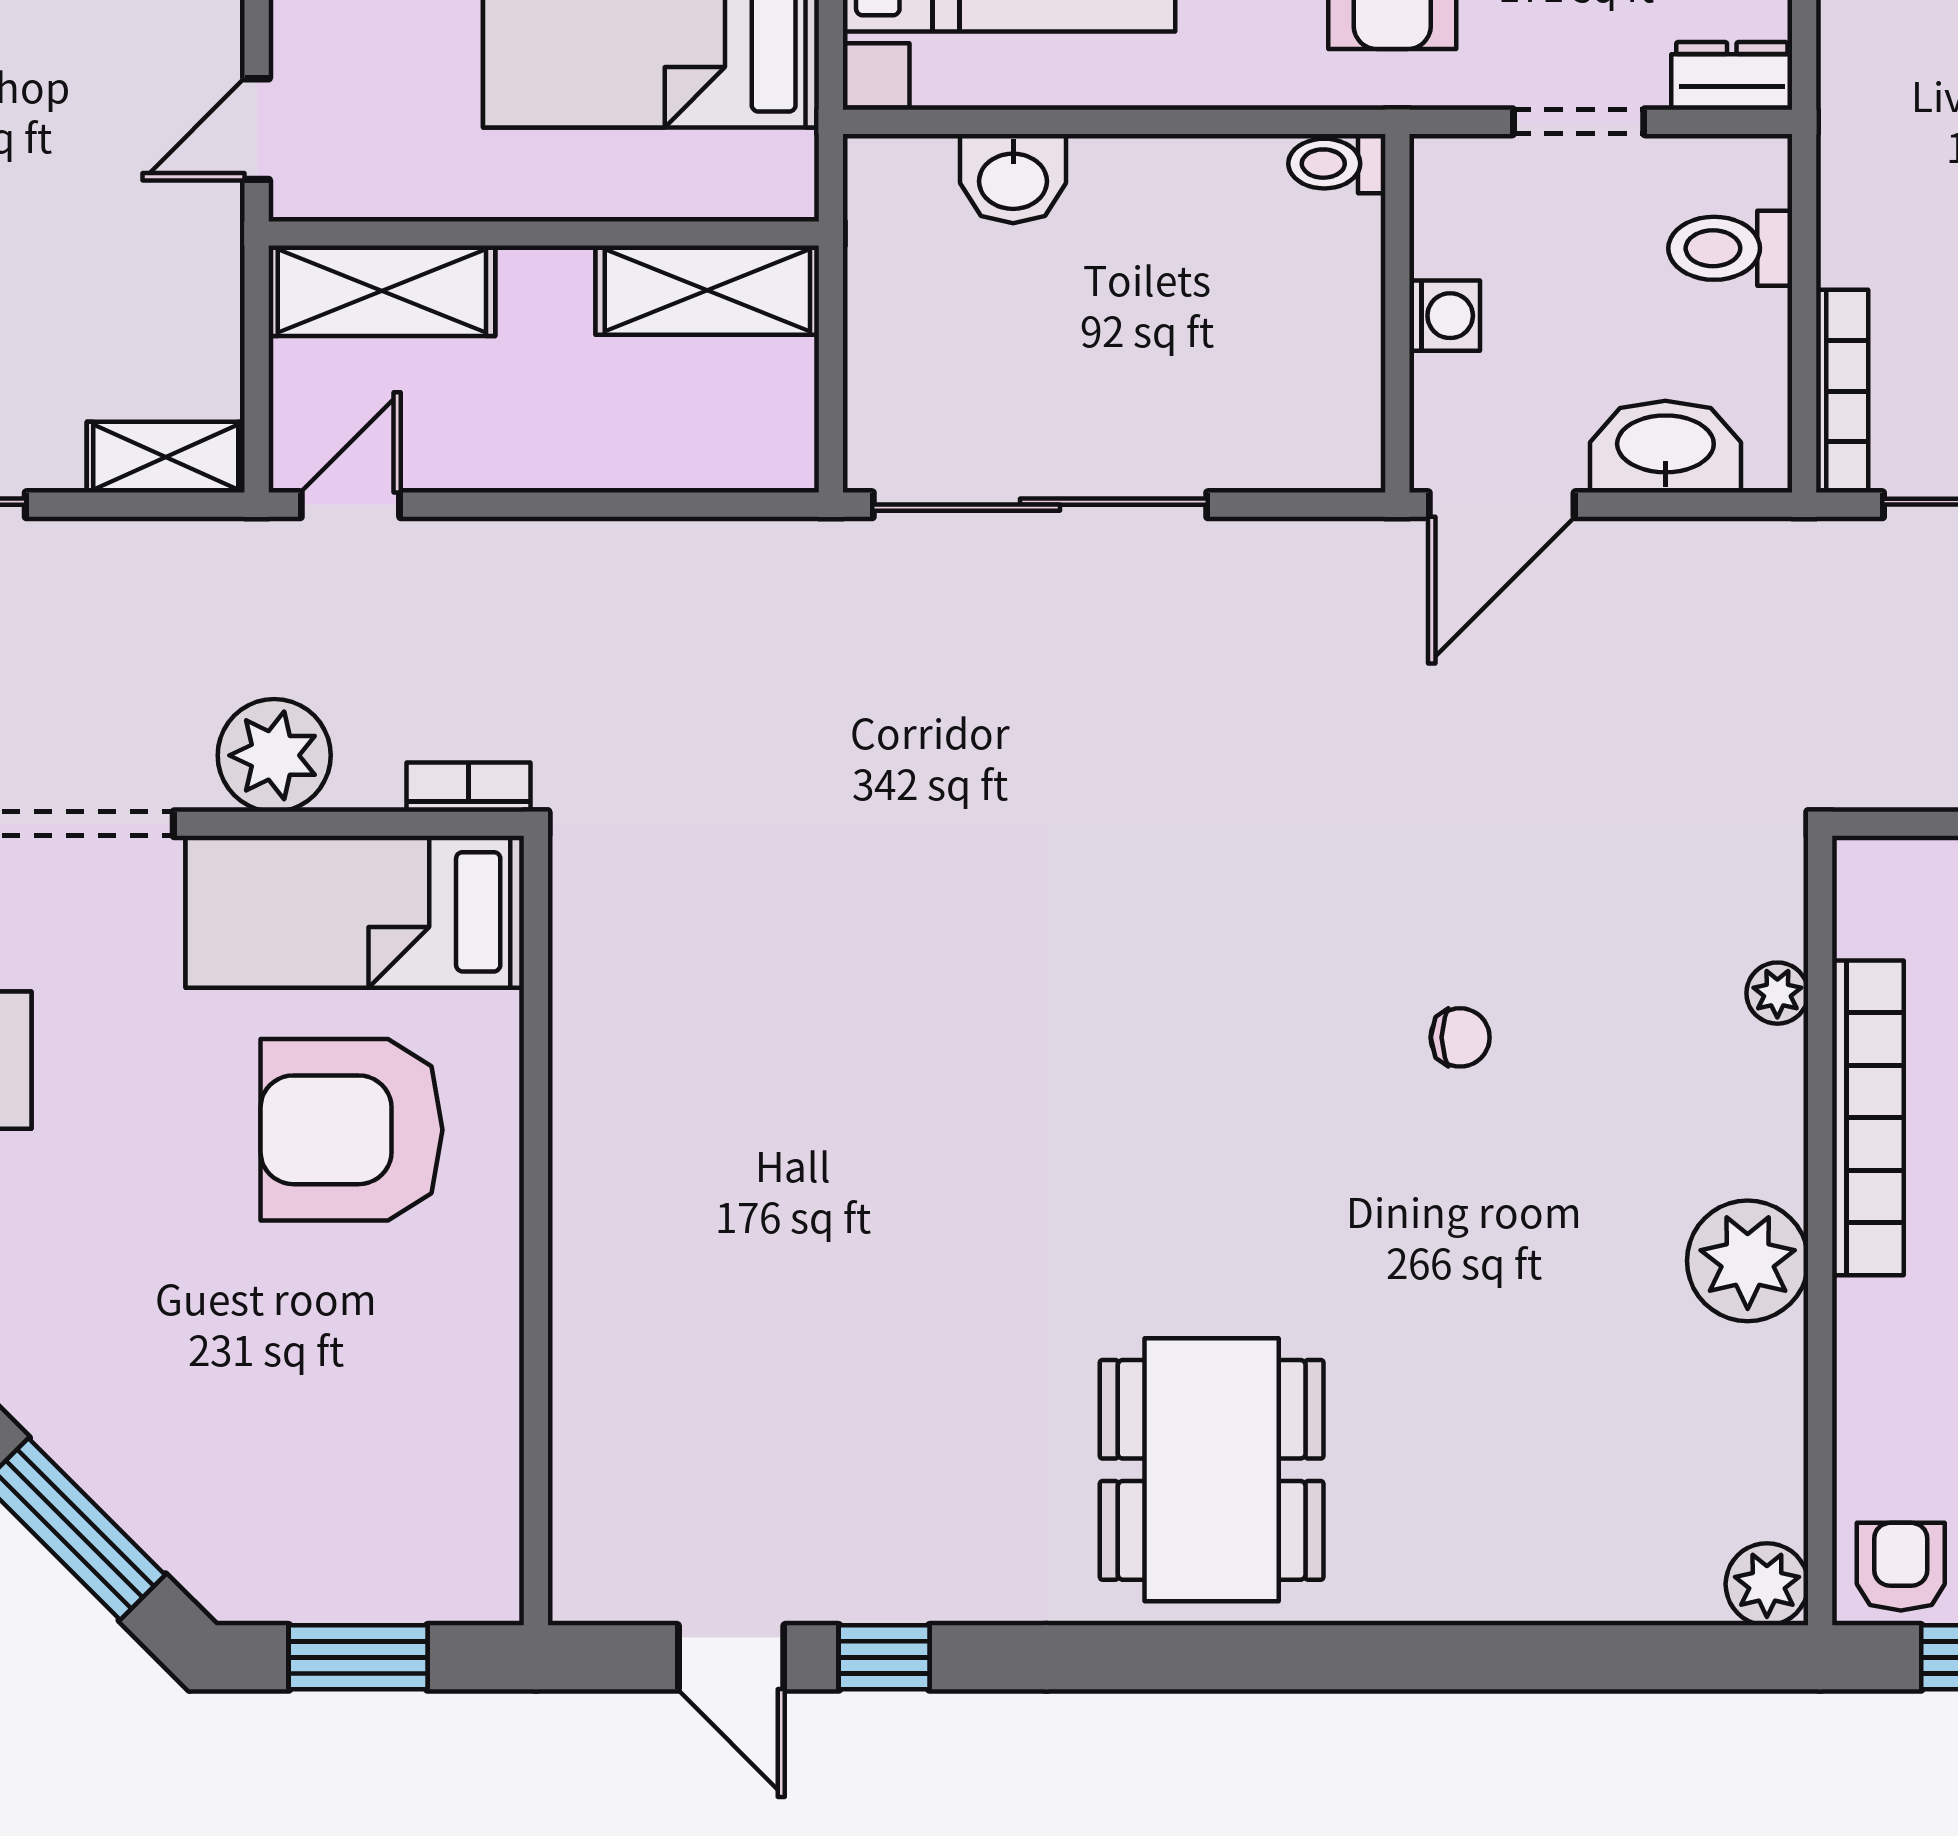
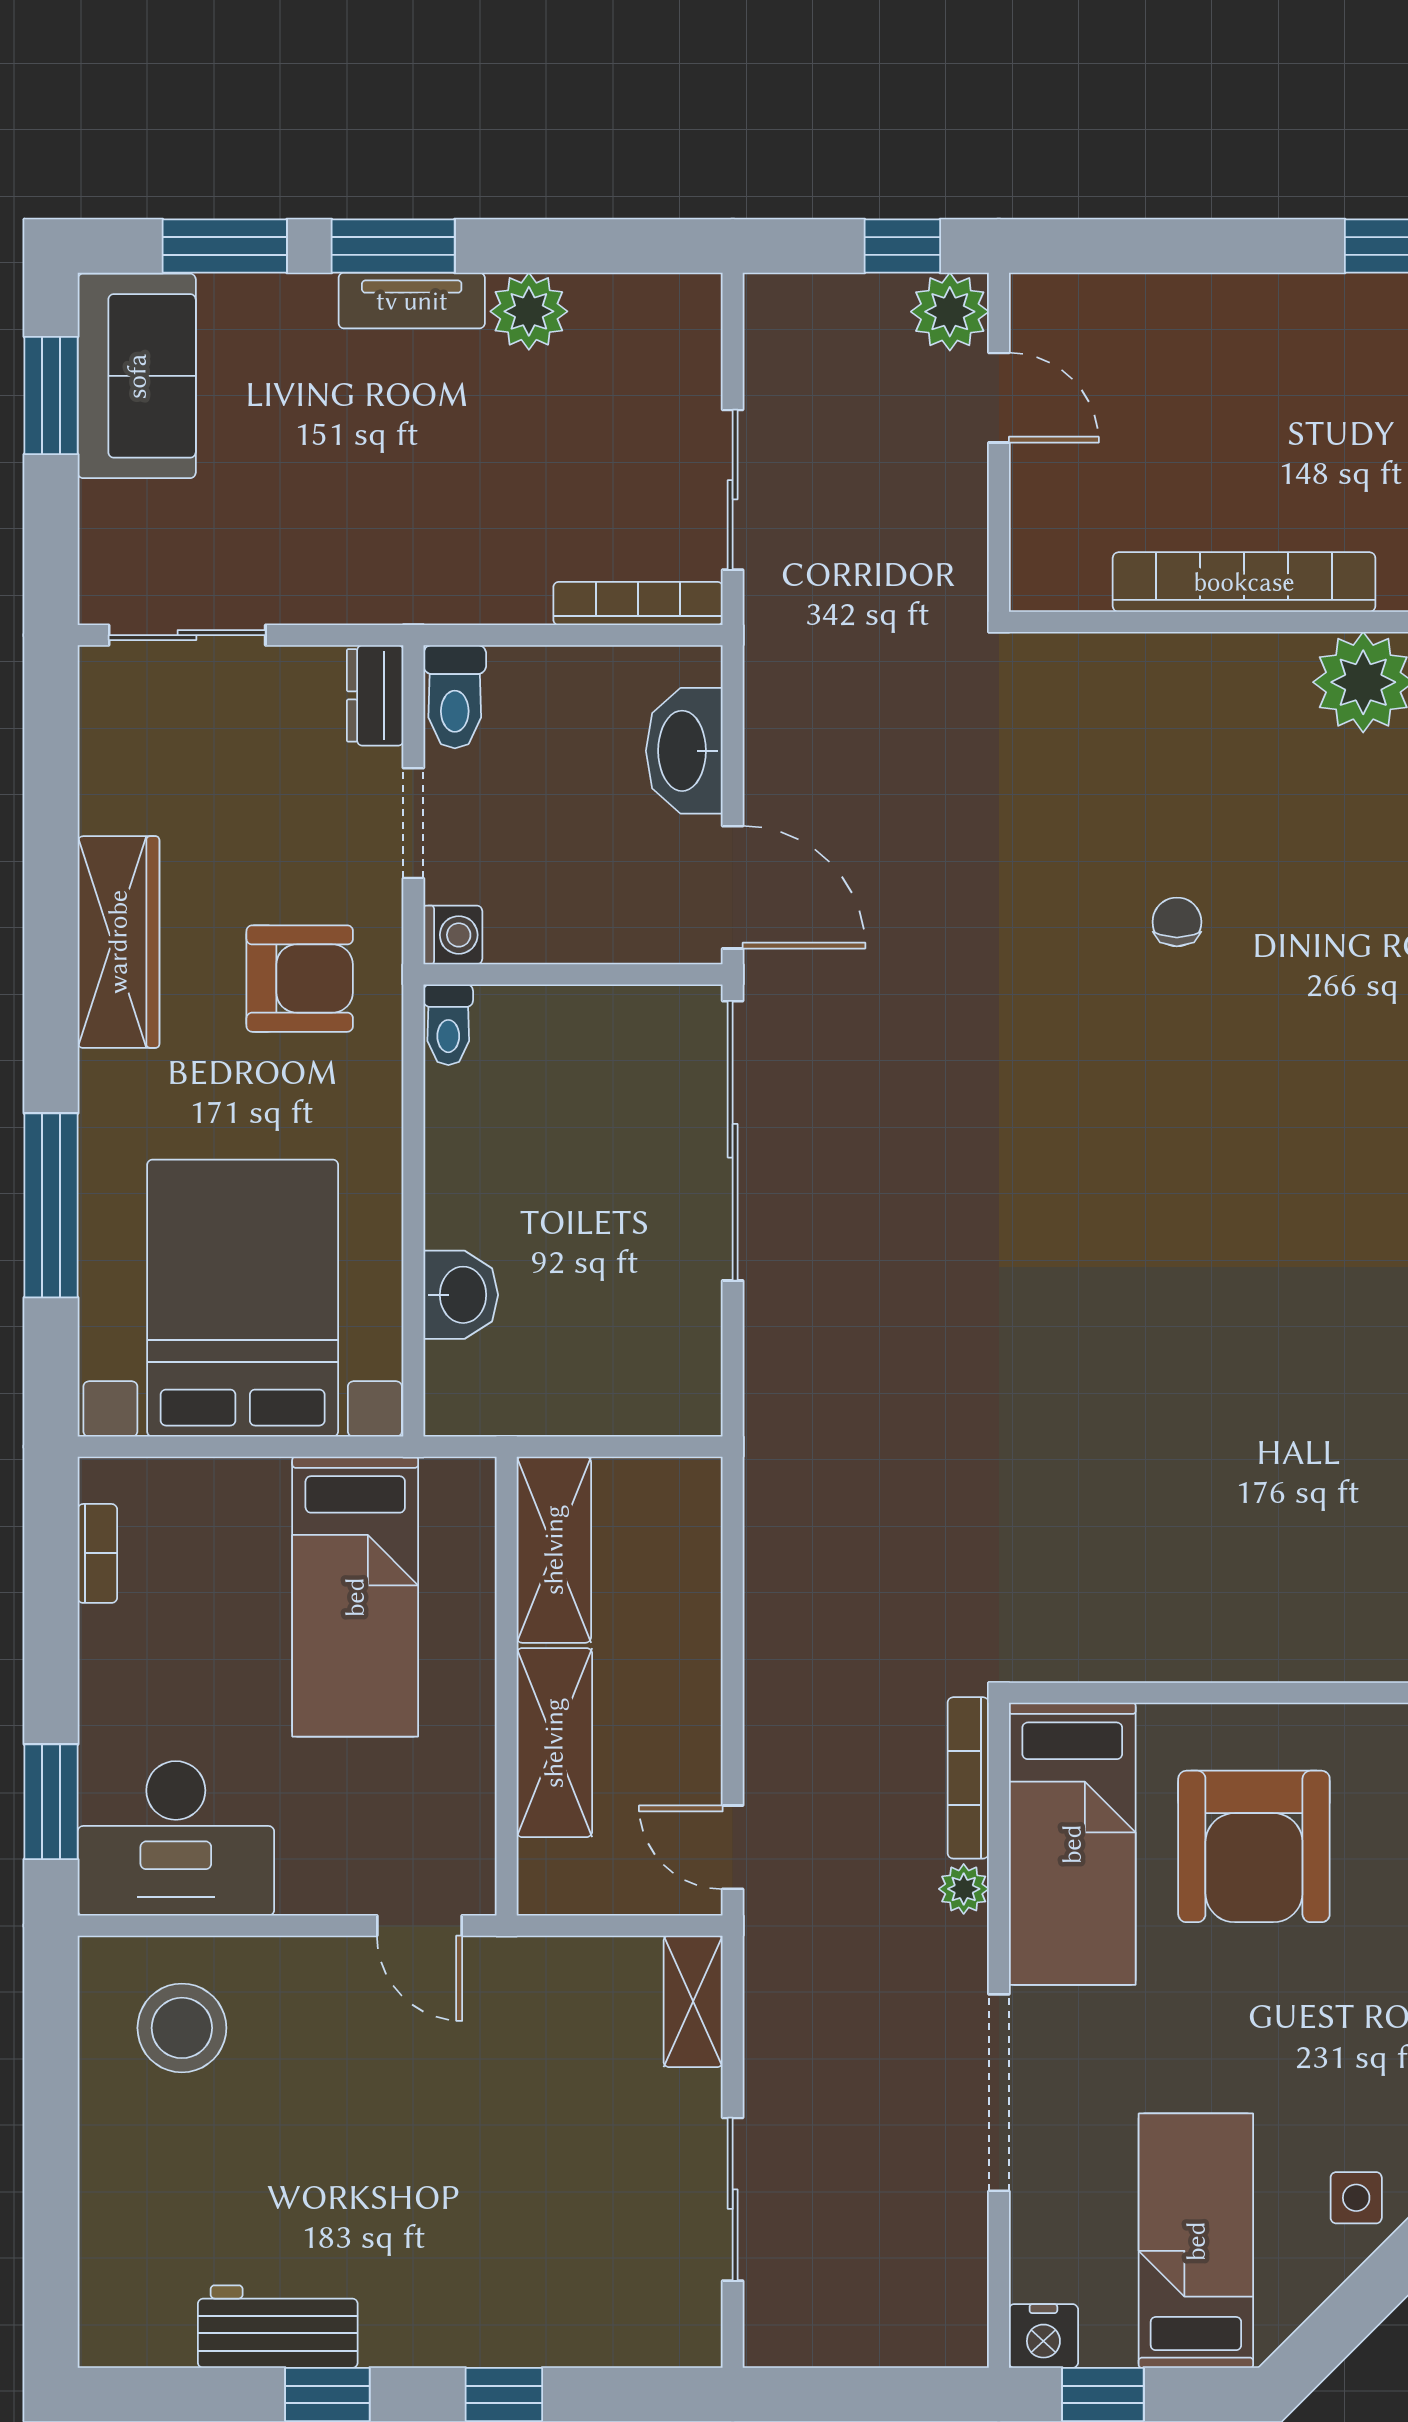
toilet: (1730, 248) -> (455, 697), moved
shelving: (382, 291) -> (554, 1743), moved
washing machine: (1445, 316) -> (453, 935), moved, turned 90
sliding door: (1040, 505) -> (733, 1141), moved
plant: (274, 755) -> (964, 1889), width x0.53, depth x0.53
bookcase: (469, 787) -> (968, 1778), width x1.56
plant: (1777, 993) -> (1140, 657), removed

